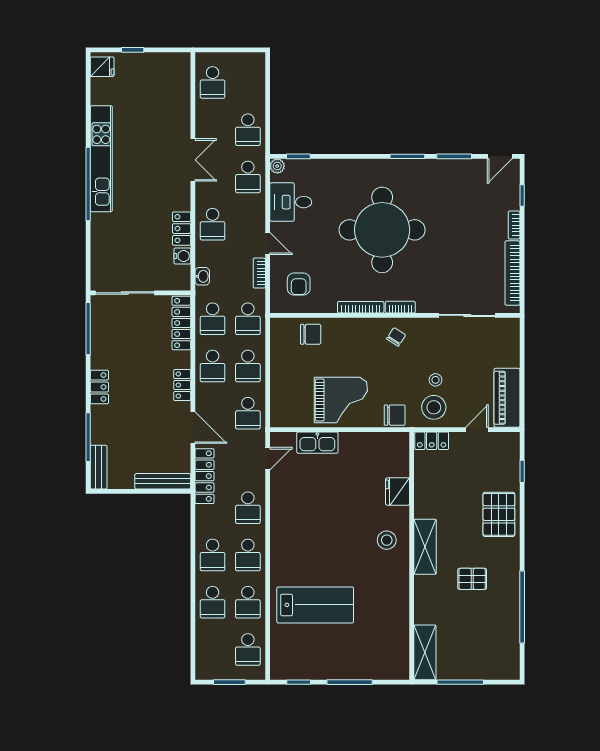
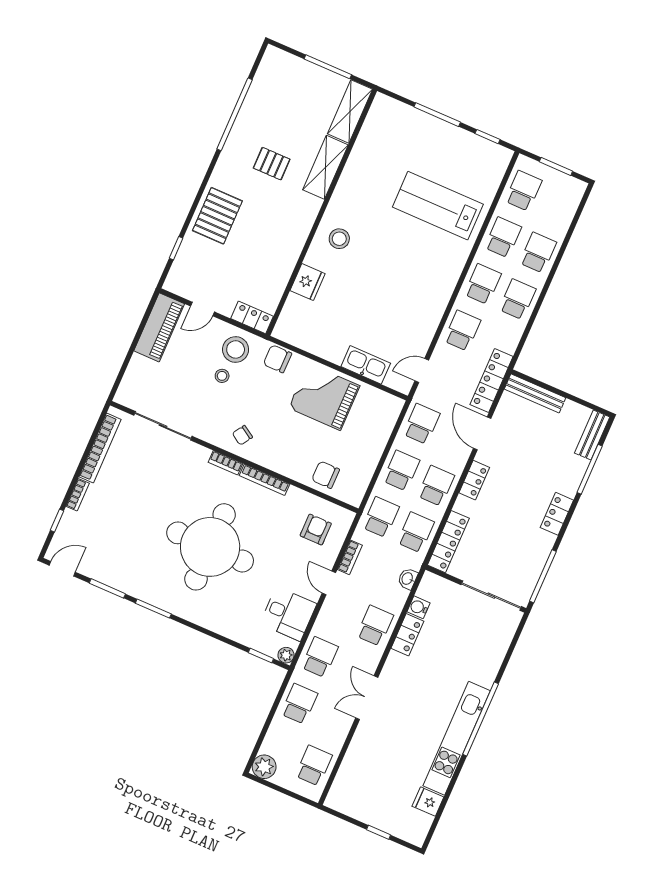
plant: (254, 63) -> (264, 767), added
fridge: (102, 67) -> (428, 802), moved
shelving: (425, 547) -> (325, 167), moved

